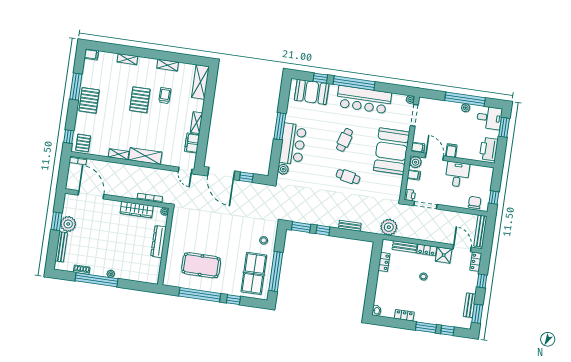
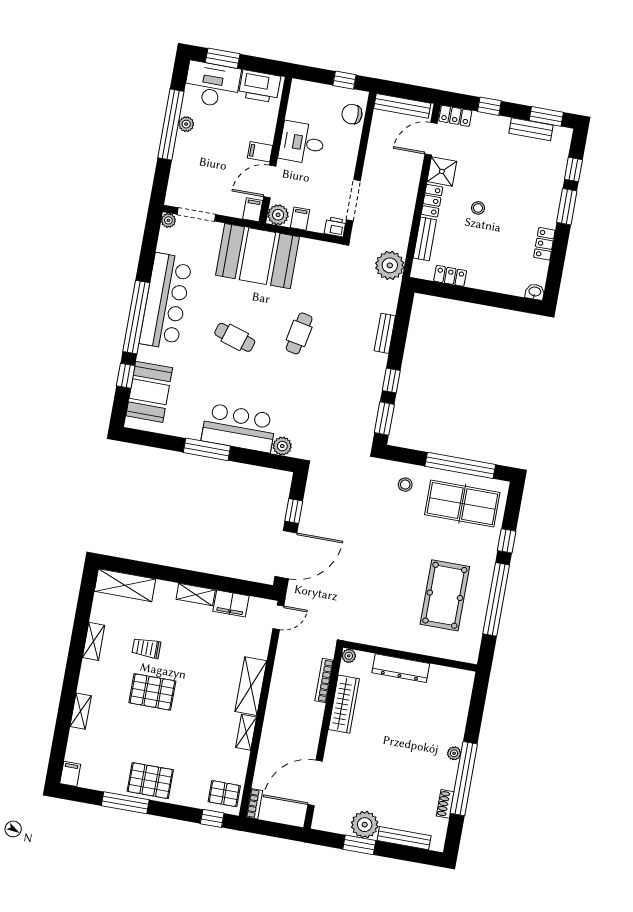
desk: (489, 118) -> (212, 85), width x1.37

